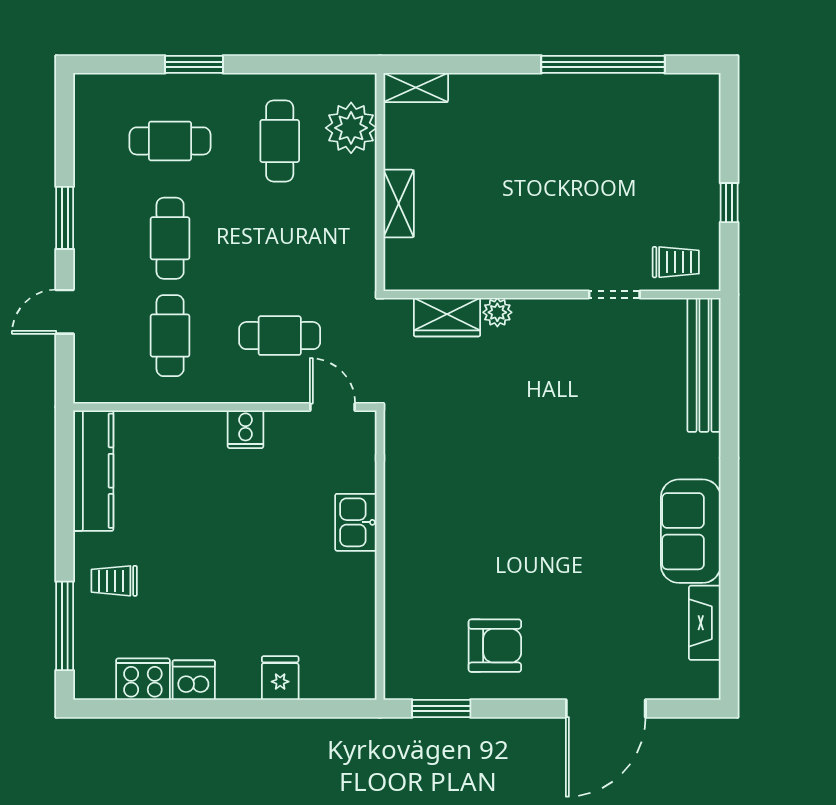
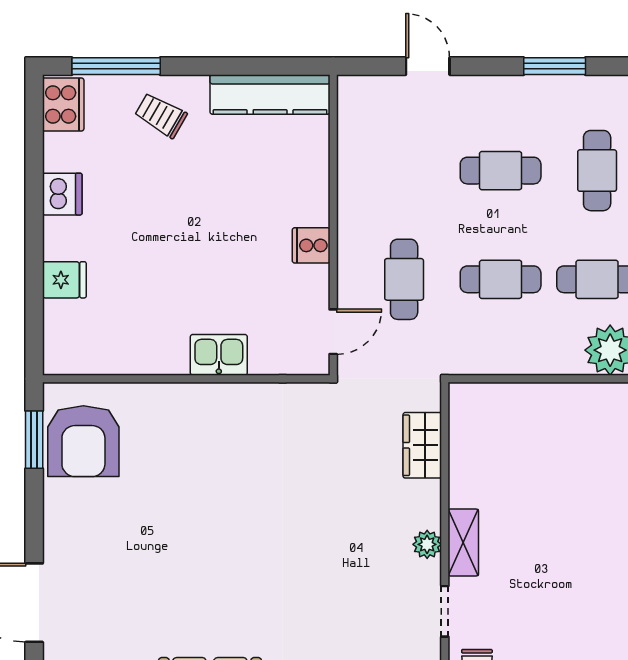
shelving: (399, 204) -> (463, 543), moved, turned 90
window: (65, 218) -> (555, 66), moved
plant: (497, 312) -> (427, 544), moved
cafe table: (170, 336) -> (501, 279), moved
trolley: (114, 581) -> (161, 115), turned -60
armchair: (495, 646) -> (83, 441), moved, width x1.36, depth x1.36
cooker: (143, 679) -> (63, 105), moved

